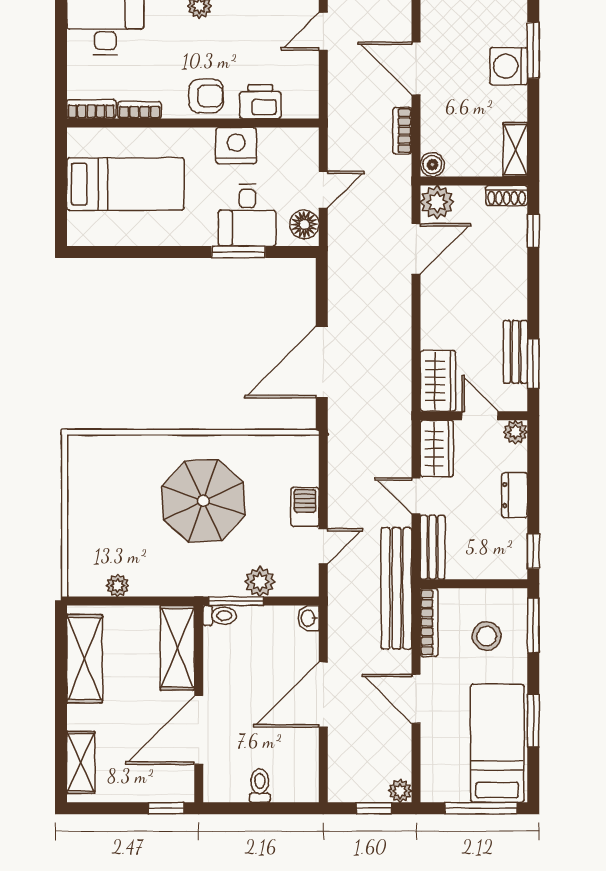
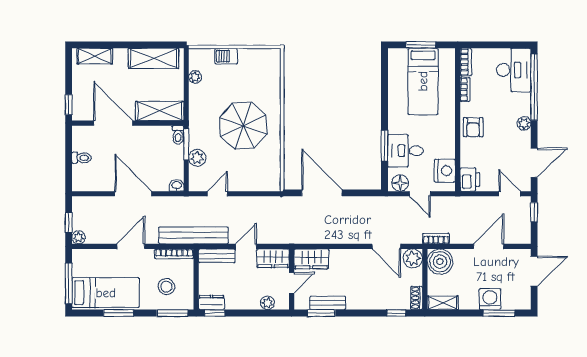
printer: (260, 102) -> (470, 180), moved
bookcase: (402, 131) -> (436, 239), moved
nightstand: (236, 146) -> (445, 171), moved
boiler: (432, 165) -> (440, 262), width x1.86, depth x1.86
window: (61, 188) -> (421, 45), added
plant: (515, 432) -> (268, 303), moved
dresser: (515, 495) -> (212, 302), moved
barbecue: (305, 507) -> (226, 56), moved, turned 180
door: (323, 546) -> (217, 194), swing flipped

